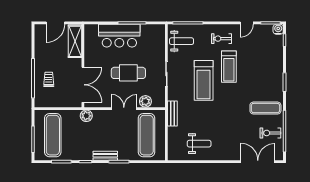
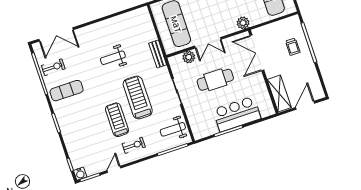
weight bench: (199, 144) -> (113, 58), moved

